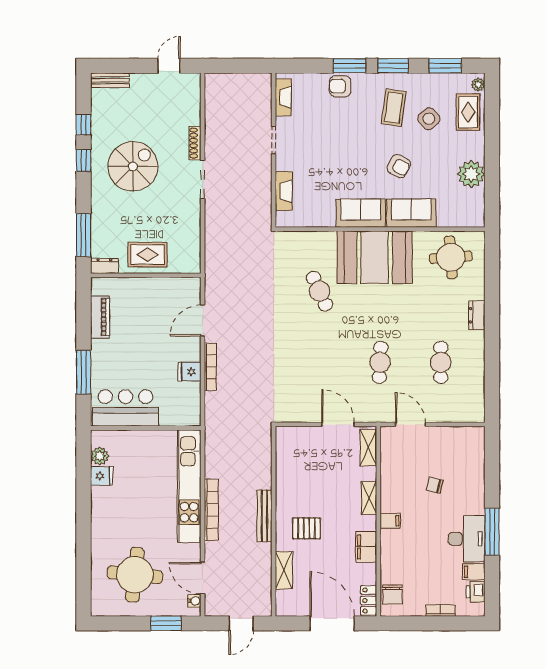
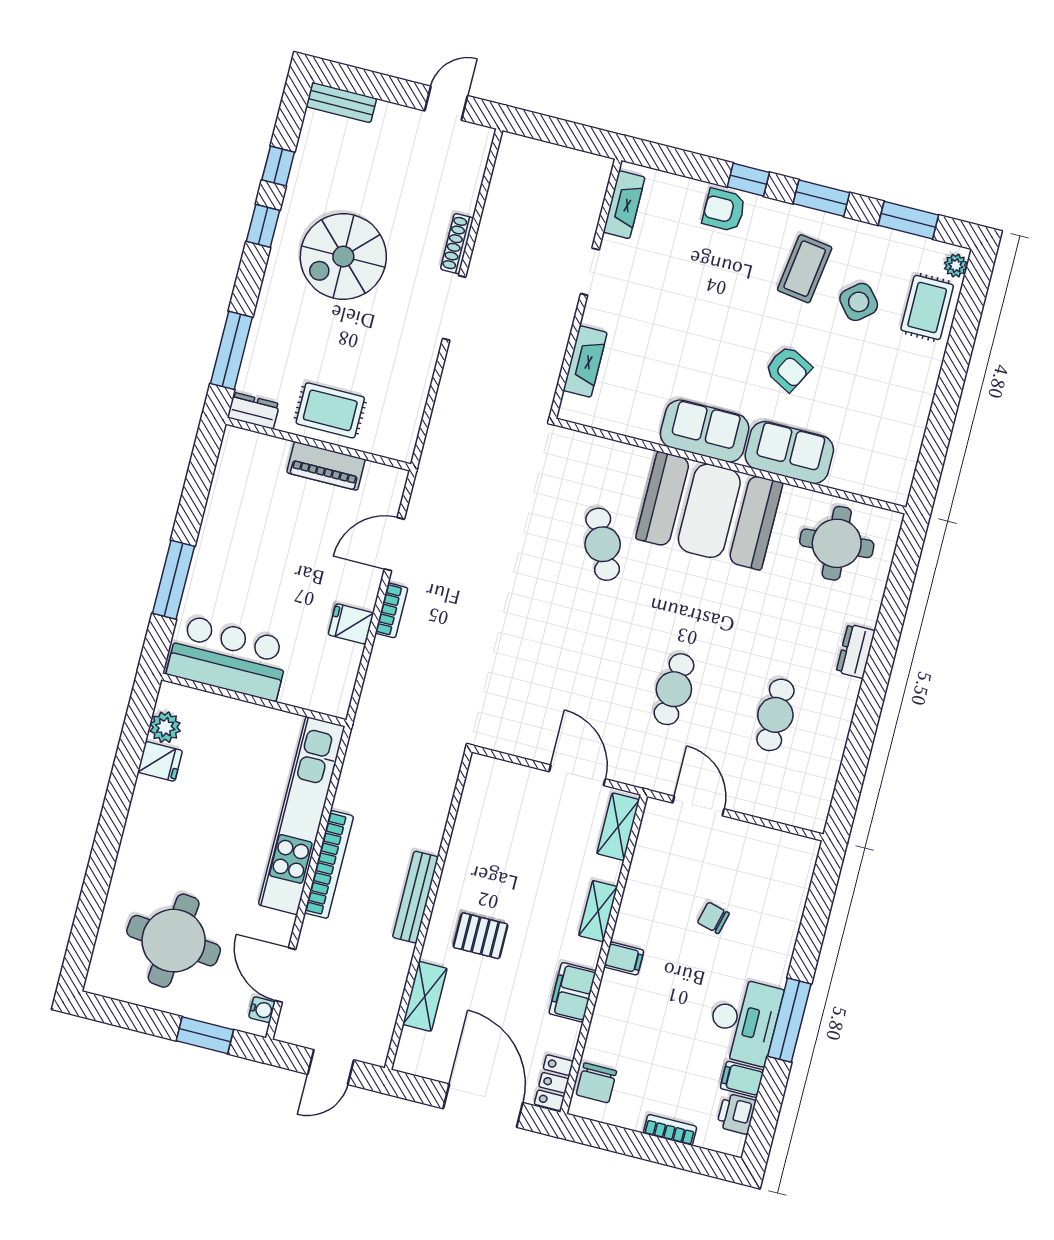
window: (350, 66) -> (748, 180), width x0.67
spiral stairs: (133, 166) -> (343, 256), turned 180
plant: (471, 174) -> (906, 412), removed
piano: (100, 317) -> (326, 466), moved, turned 90
bookcase: (210, 367) -> (392, 610), width x0.64

